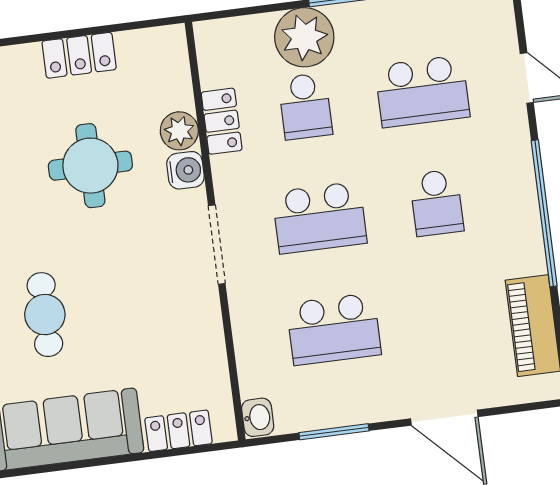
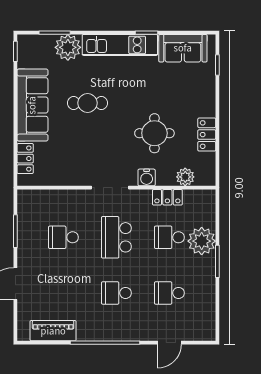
school desk: (422, 91) -> (169, 293), width x0.54
plant: (179, 131) -> (185, 177), moved
school desk: (334, 329) -> (63, 237), width x0.54
washbasin: (258, 417) -> (27, 196), removed

